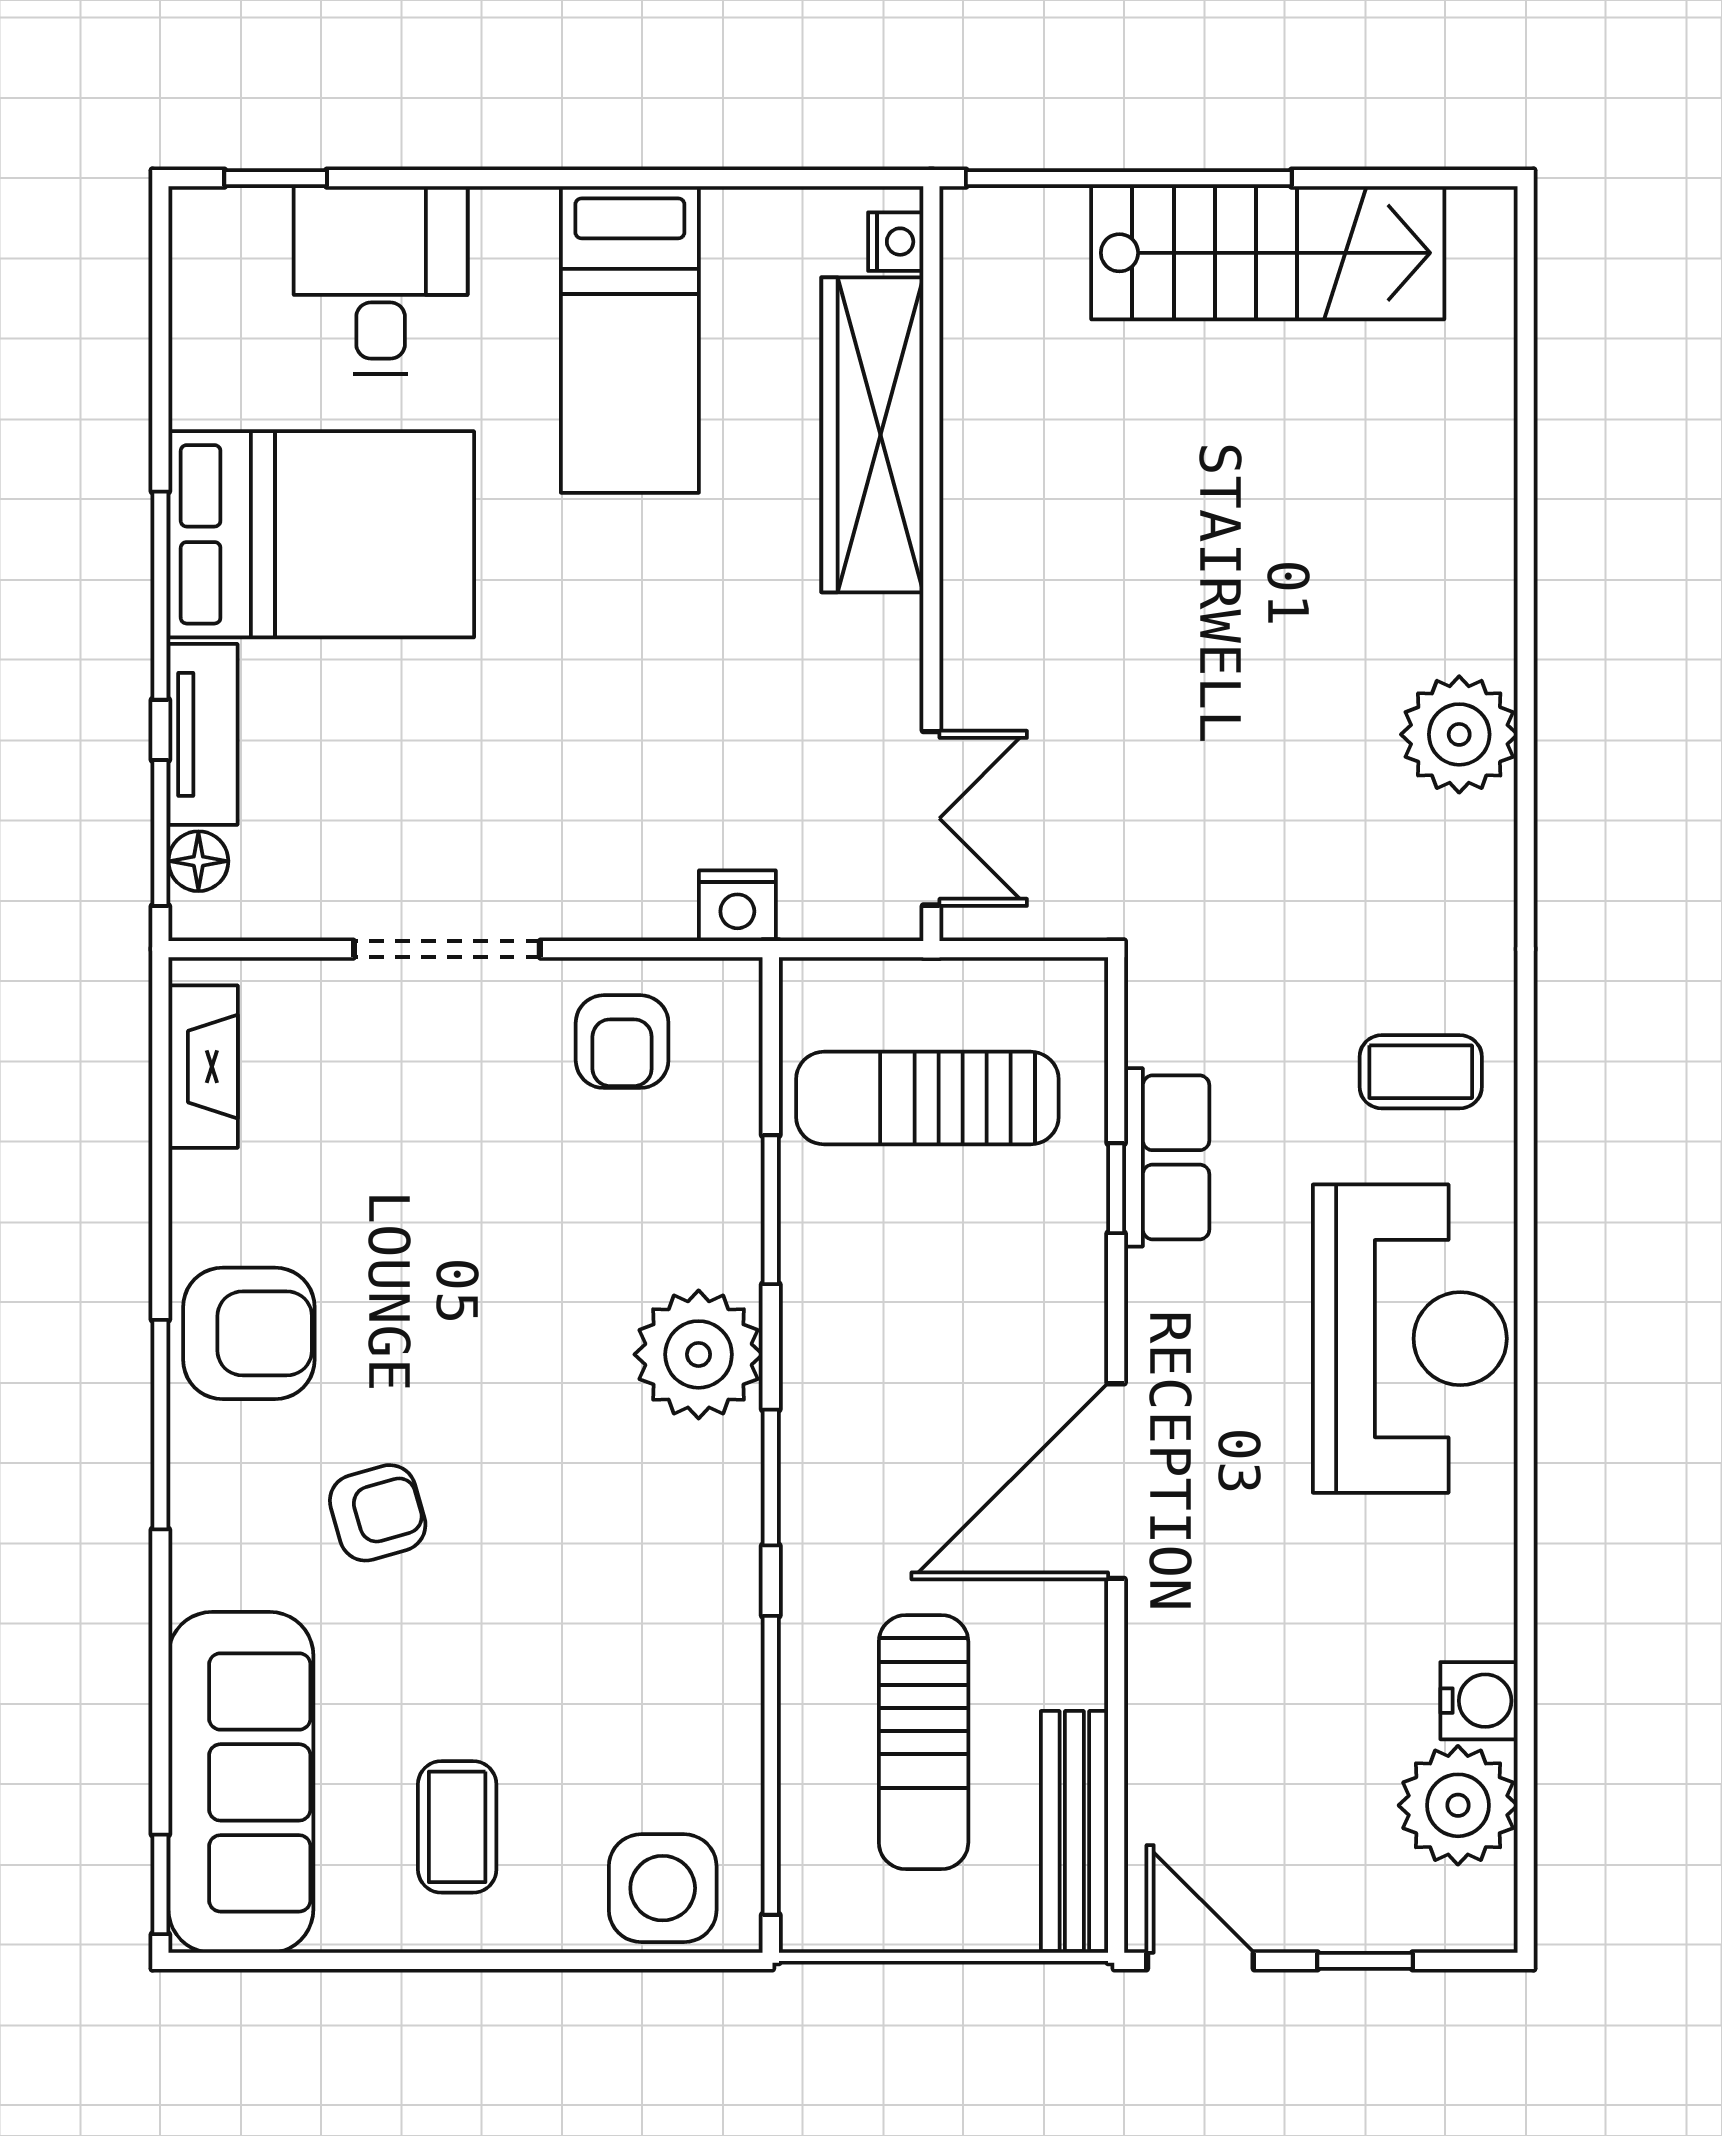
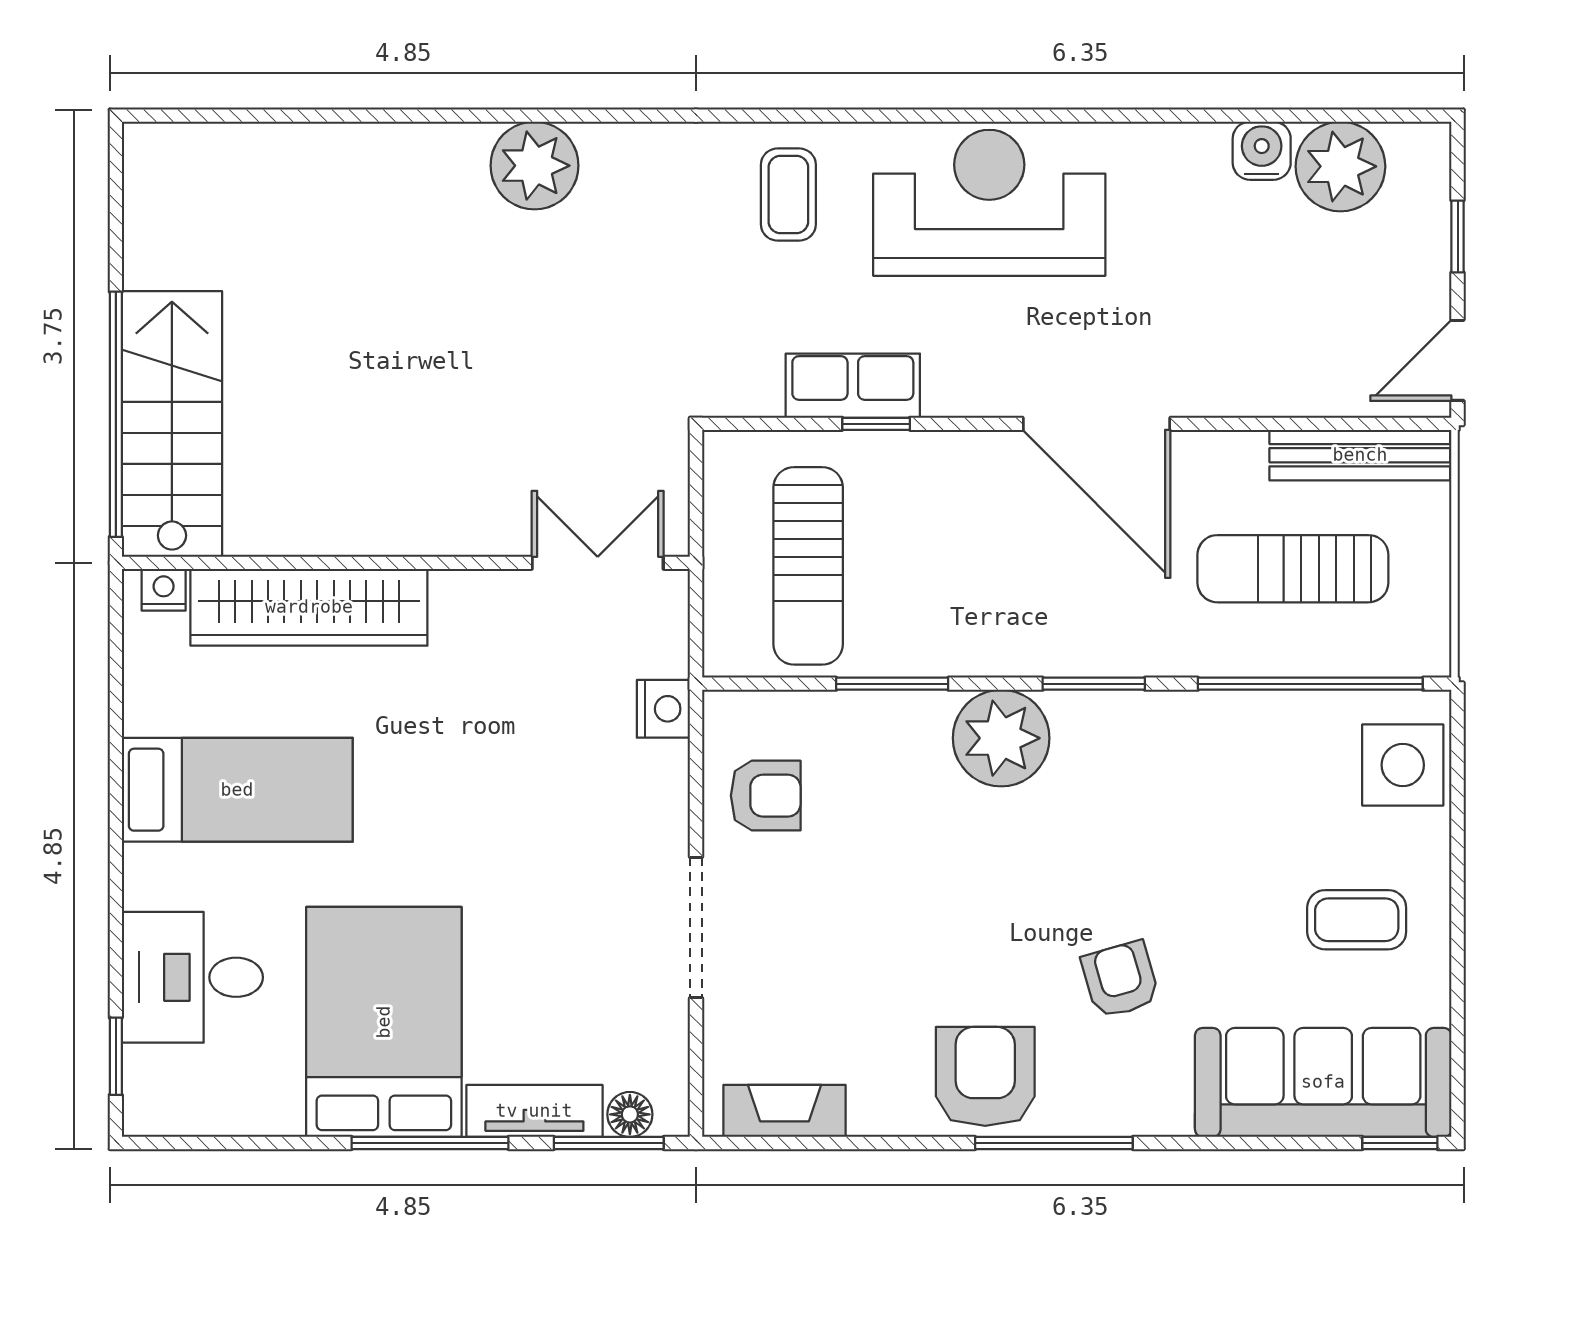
stairs: (1268, 253) -> (172, 424), moved
sun lounger: (924, 1742) -> (1293, 569), turned 180

